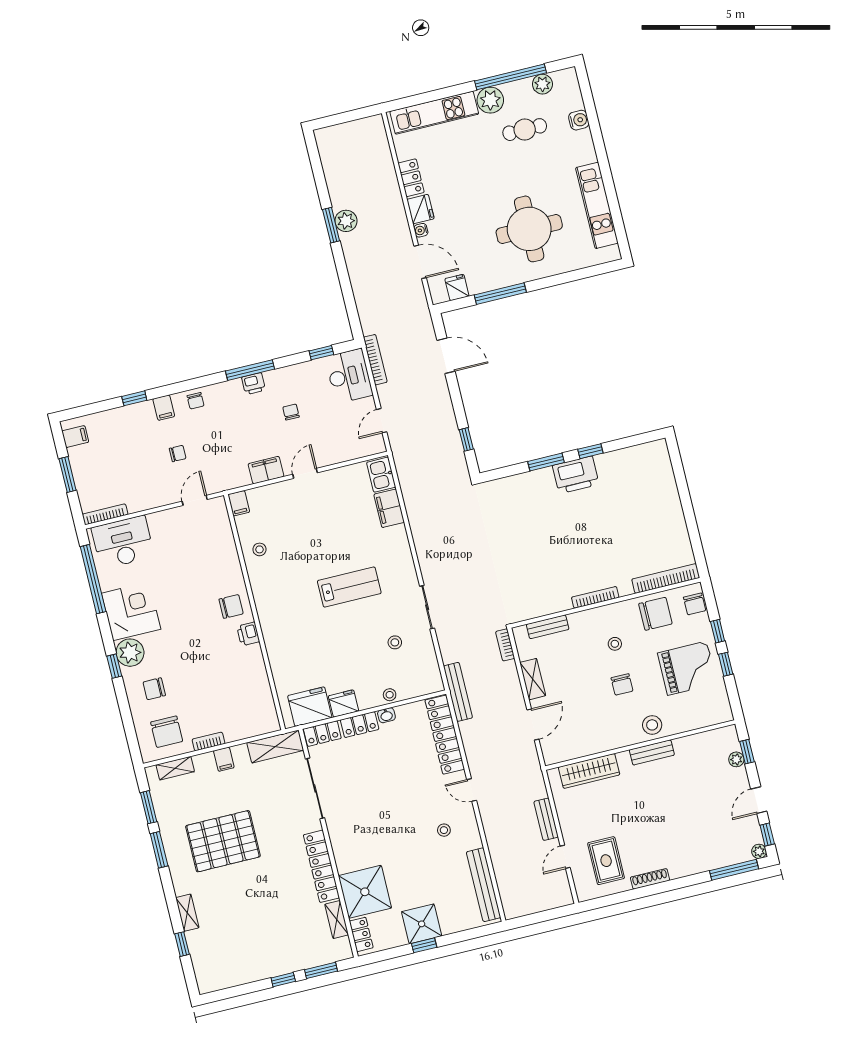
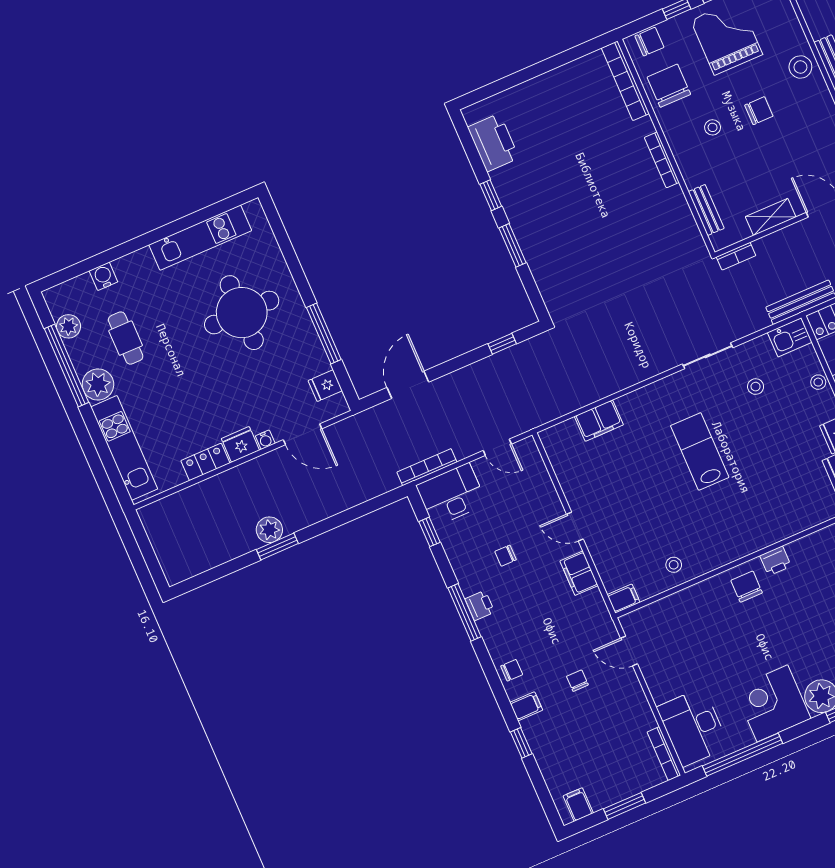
door: (420, 262) -> (303, 434), swing flipped
kitchen sink: (381, 475) -> (790, 337), moved
printer: (576, 475) -> (493, 143), moved

